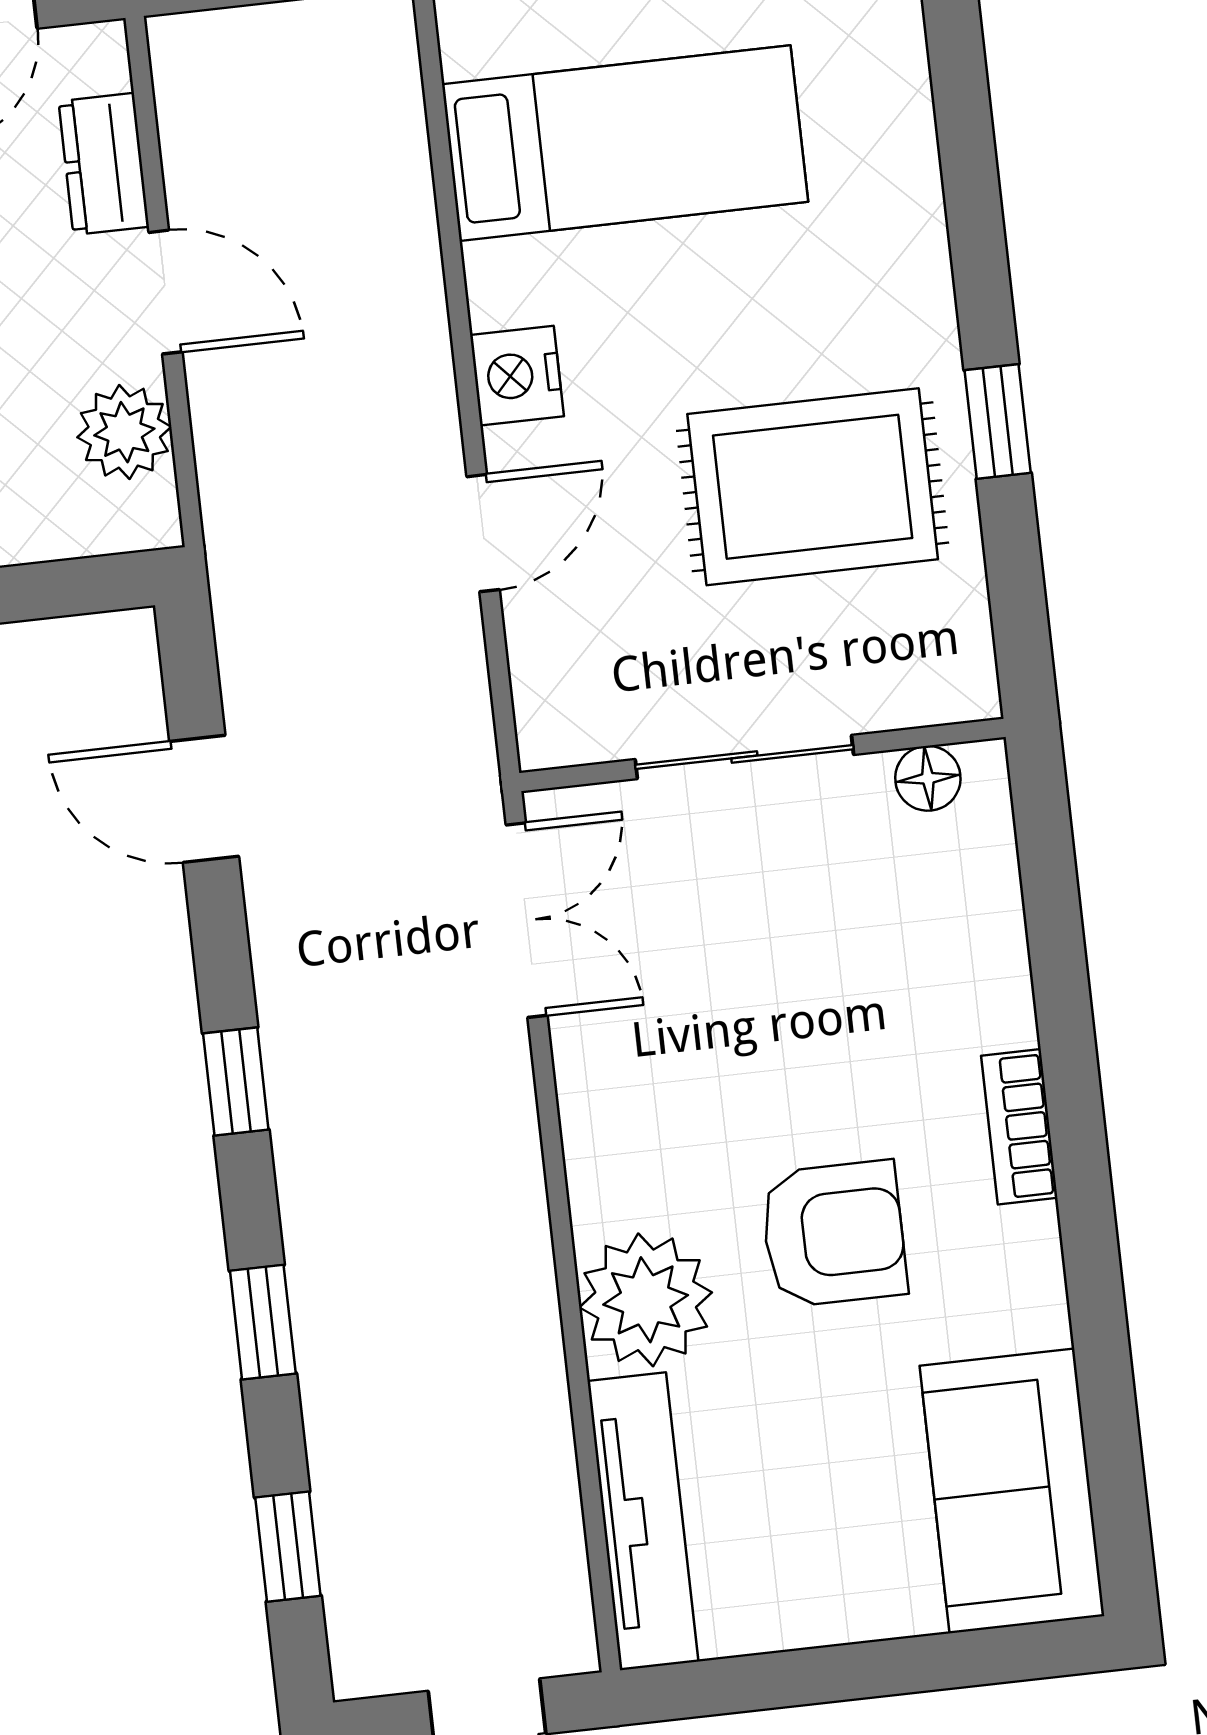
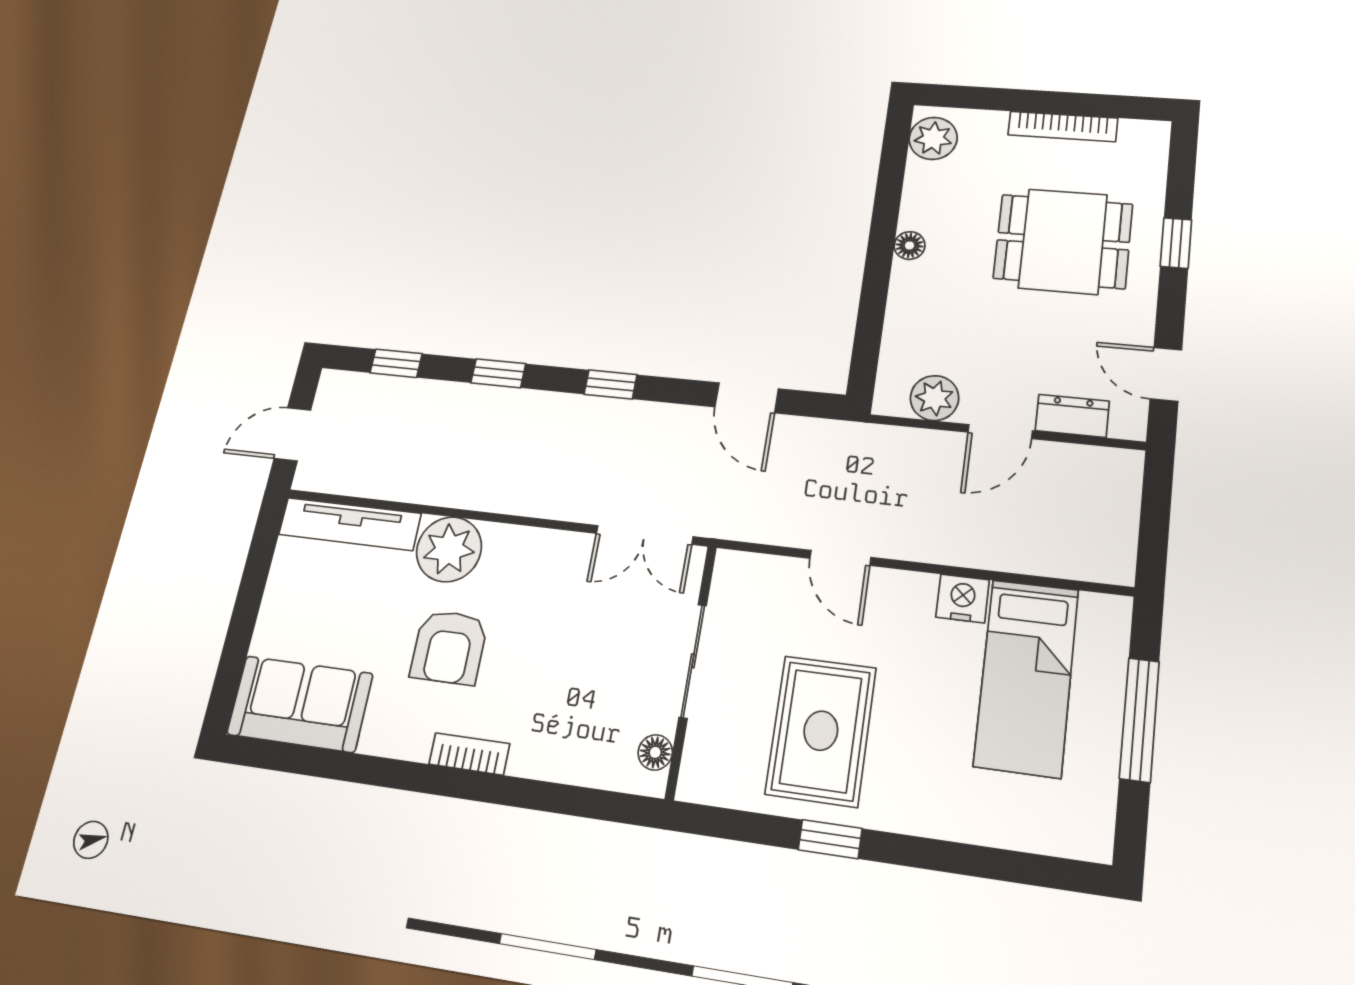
nightstand: (517, 376) -> (963, 598), moved
door: (204, 799) -> (747, 398), swing flipped

